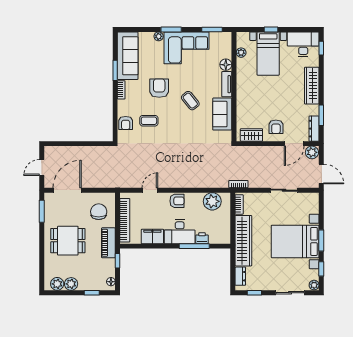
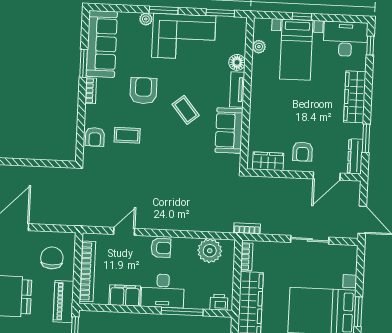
plant: (312, 152) -> (351, 189), removed
printer: (202, 238) -> (219, 302), moved

